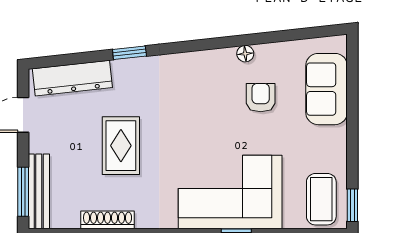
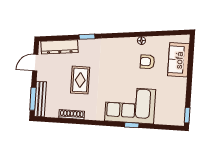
armchair: (261, 98) -> (147, 62), turned -90
coffee table: (321, 199) -> (173, 111), removed

